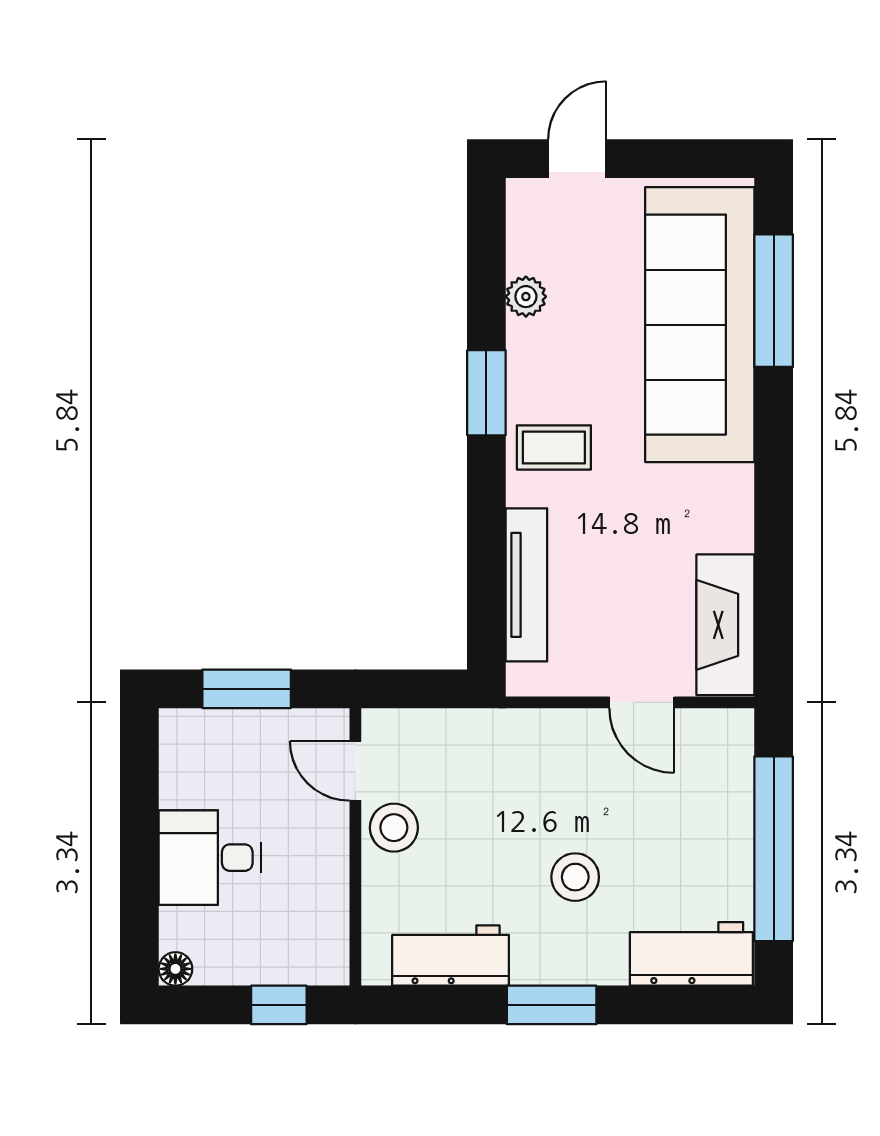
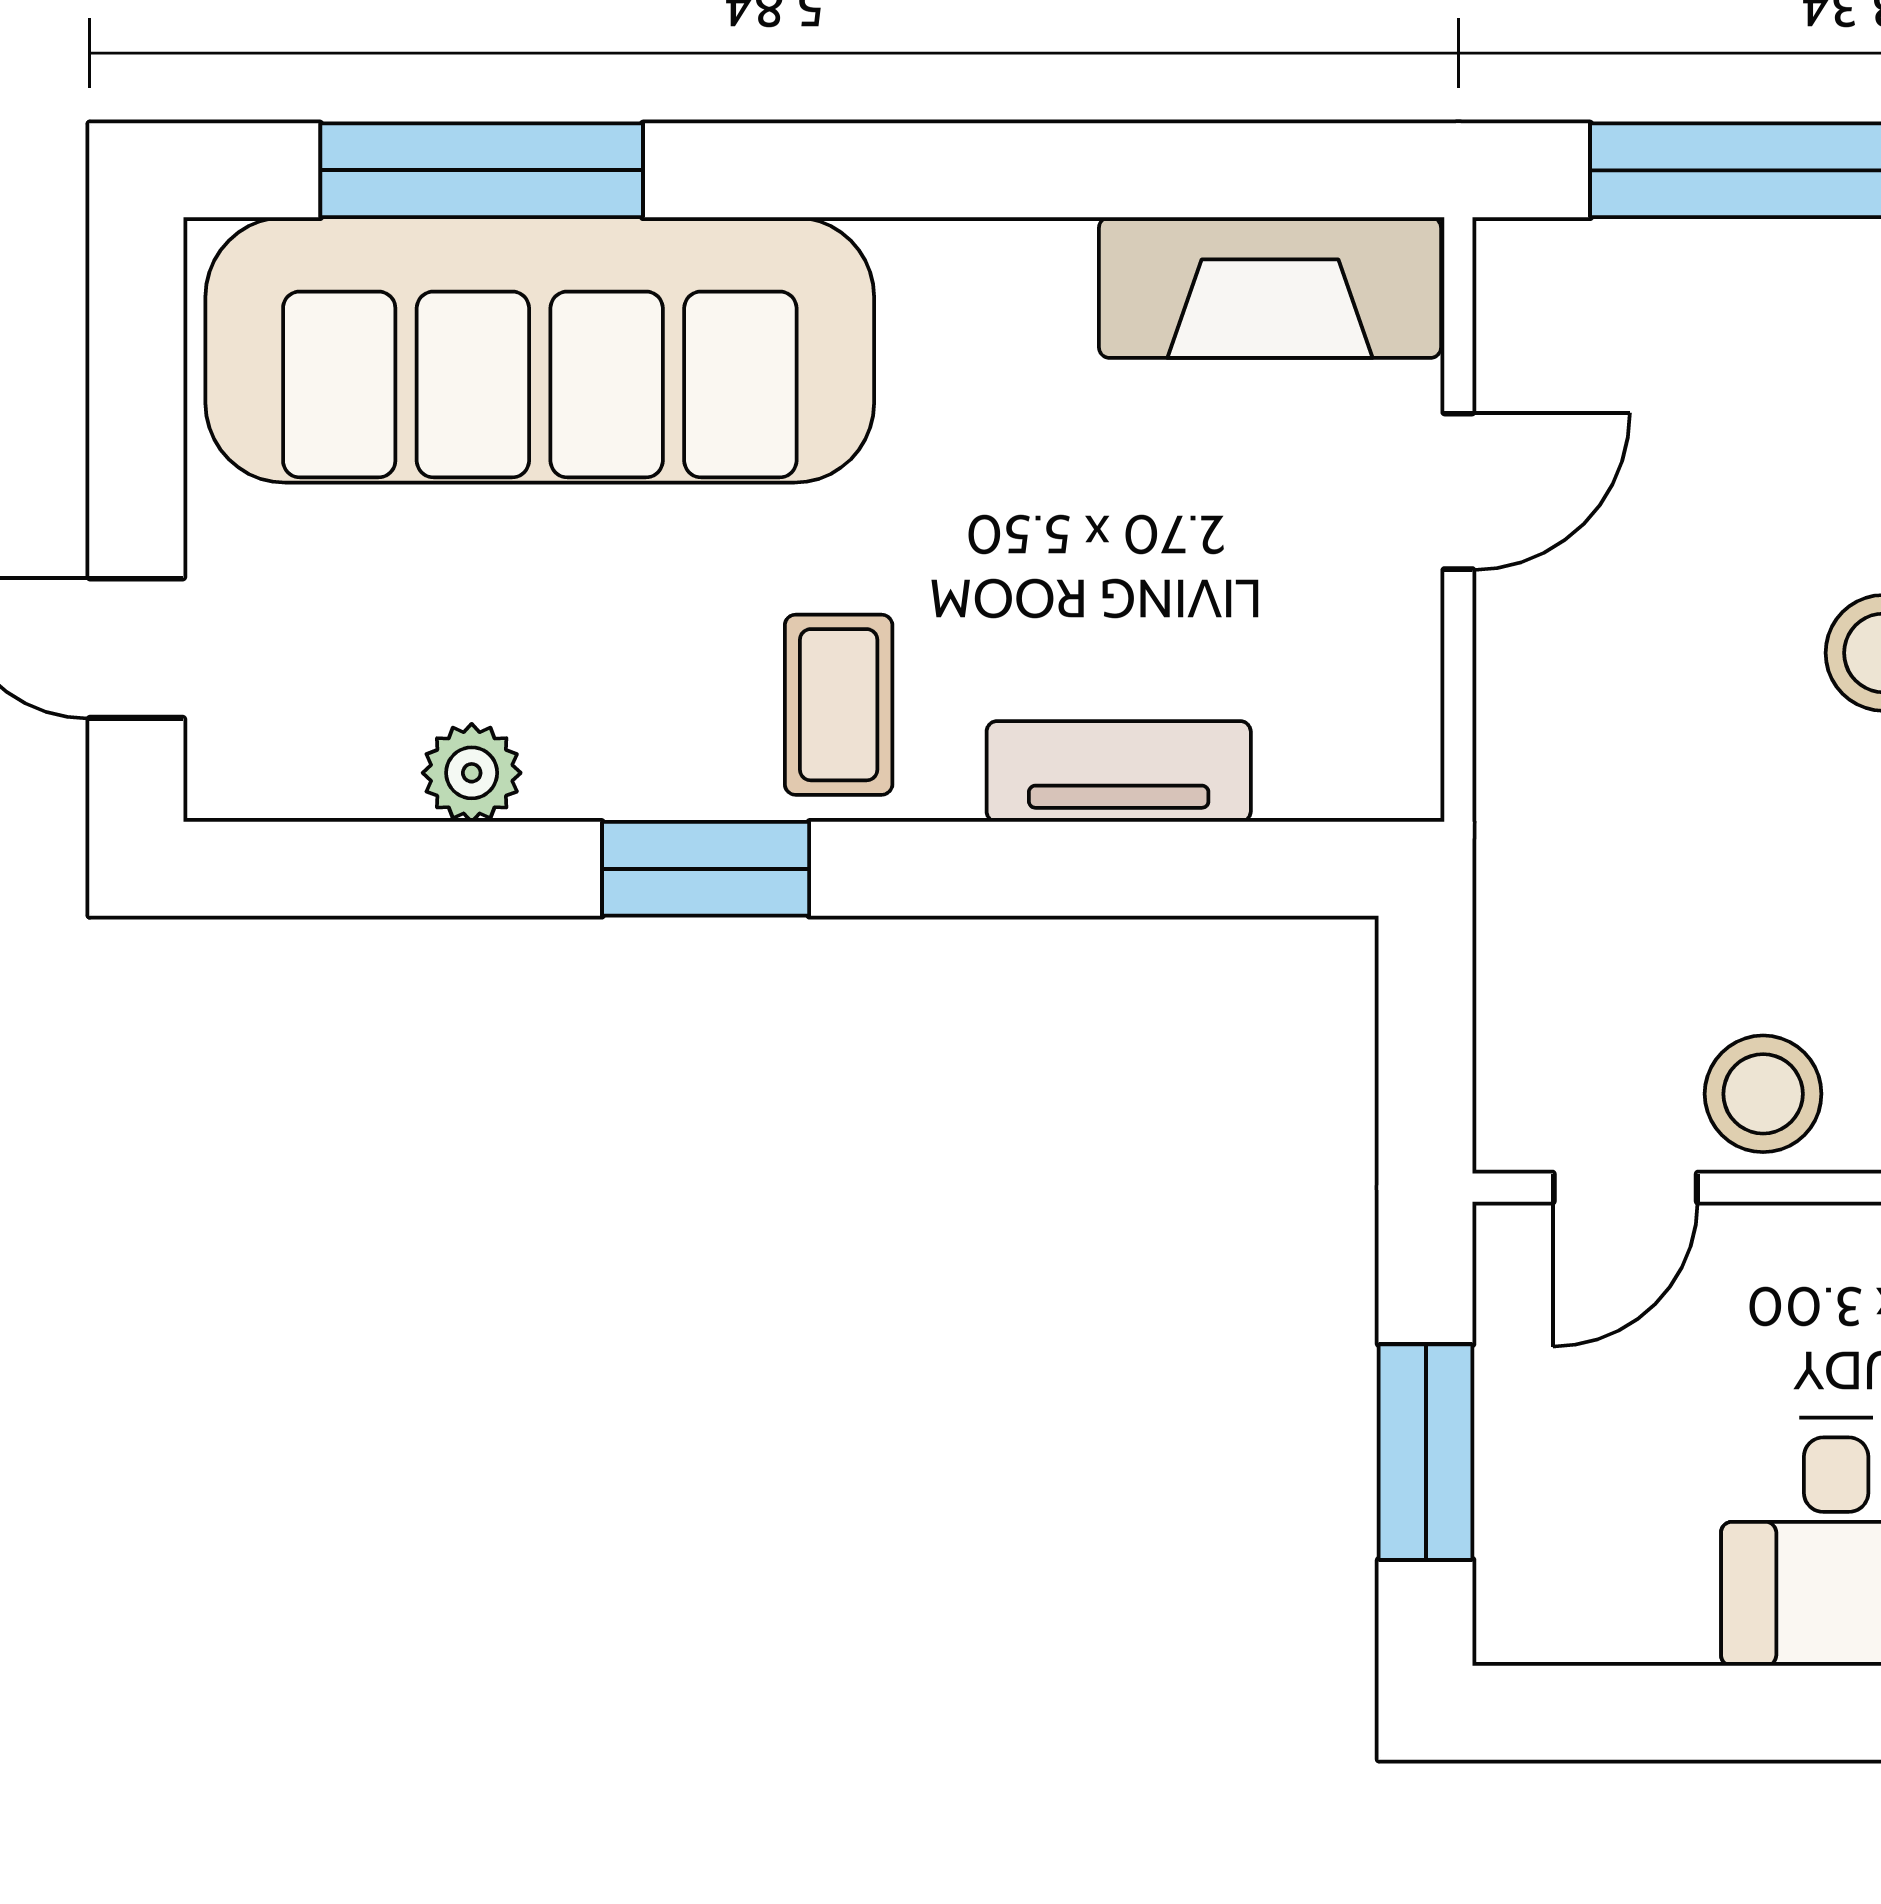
tv unit: (526, 585) -> (1119, 771), width x0.71

